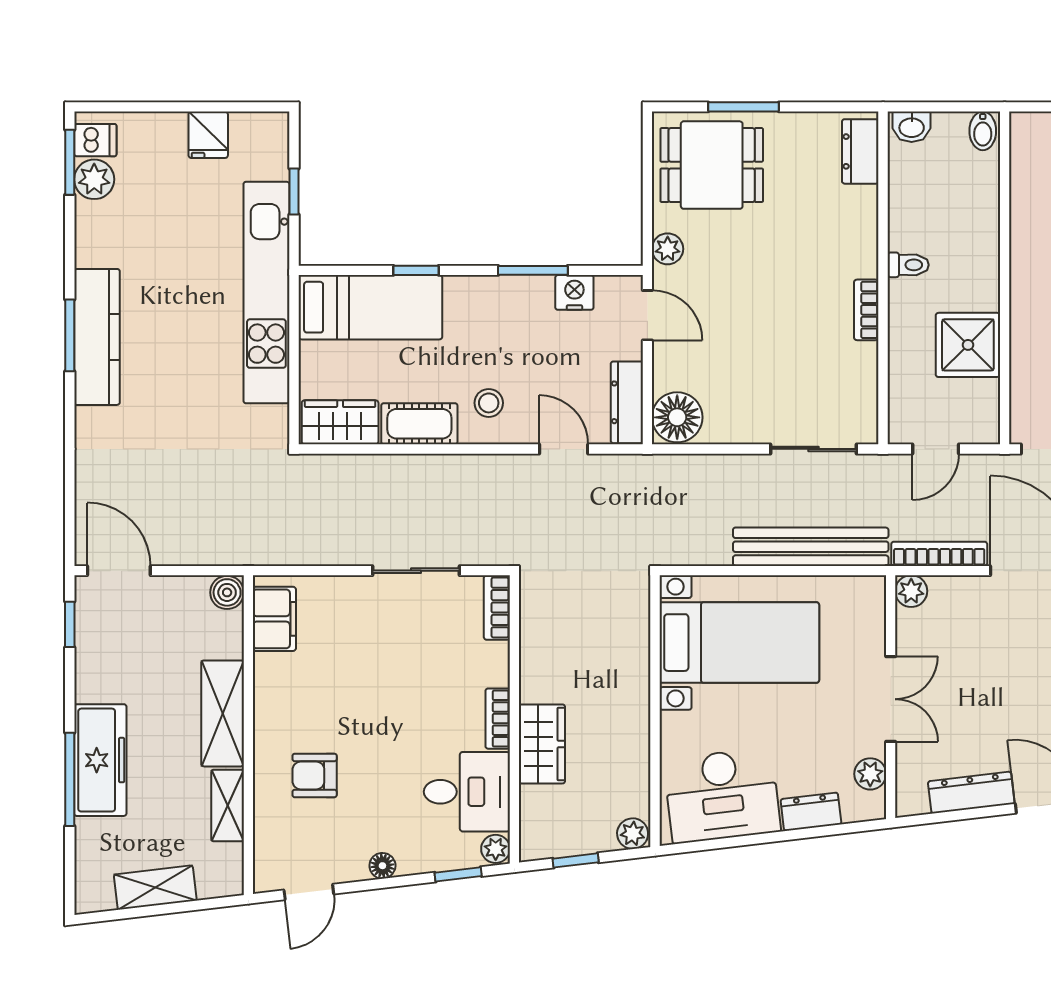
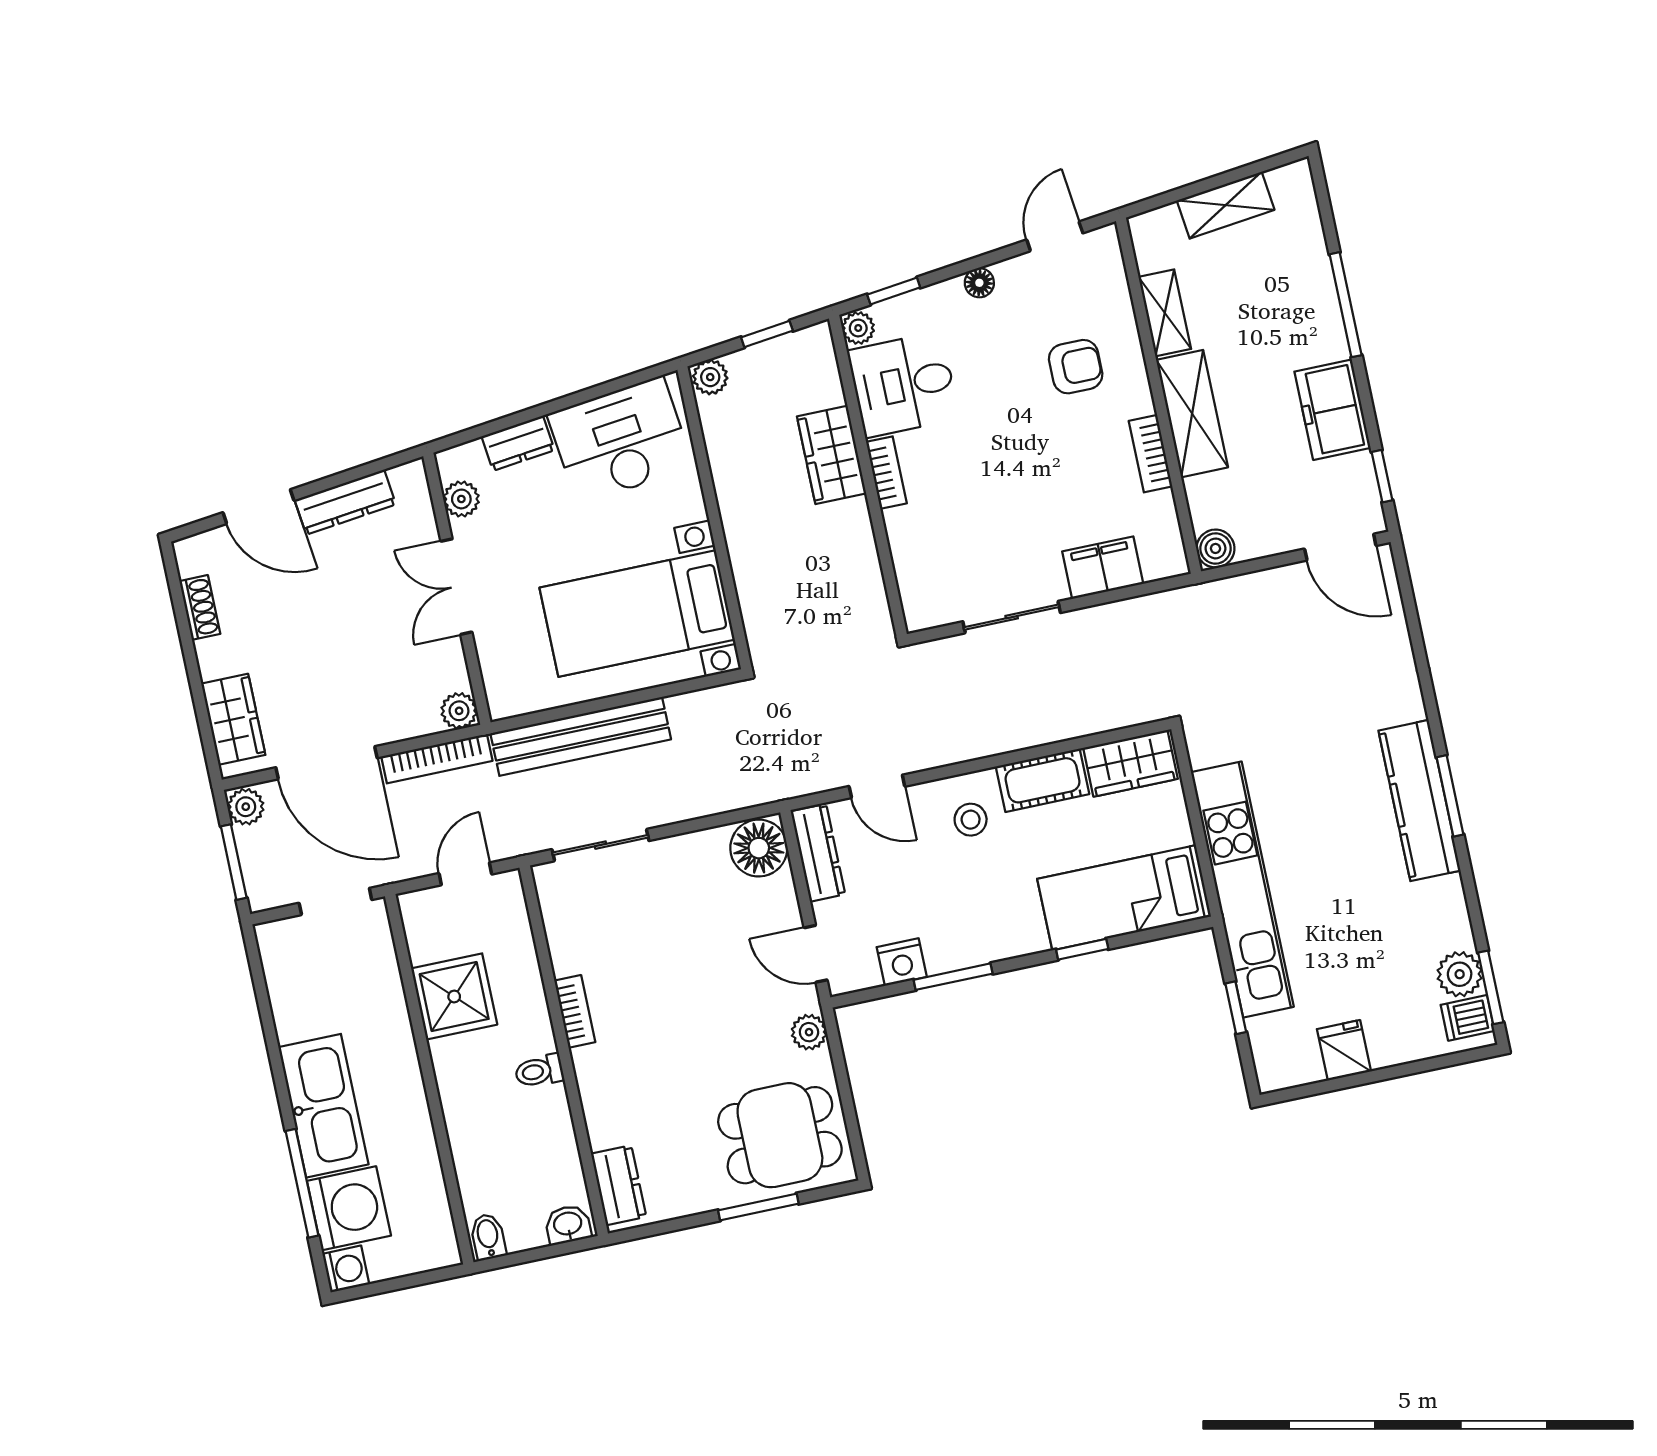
bookcase: (497, 607) -> (1150, 454), moved, turned 180
filing cabinet: (274, 619) -> (1103, 568), moved, turned 90
freezer: (100, 760) -> (1333, 410), moved, width x0.71

